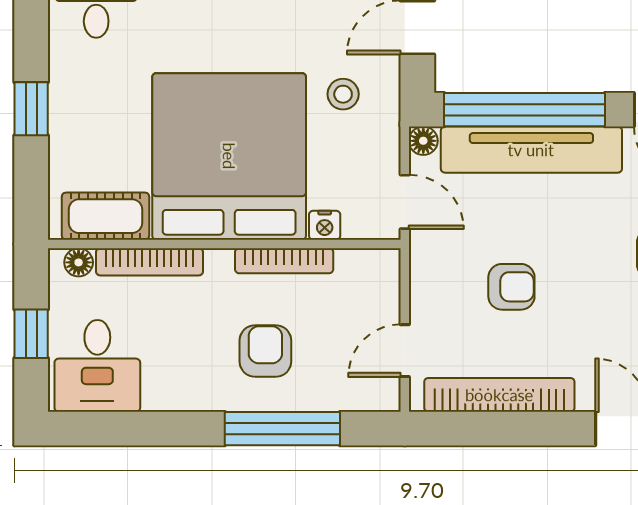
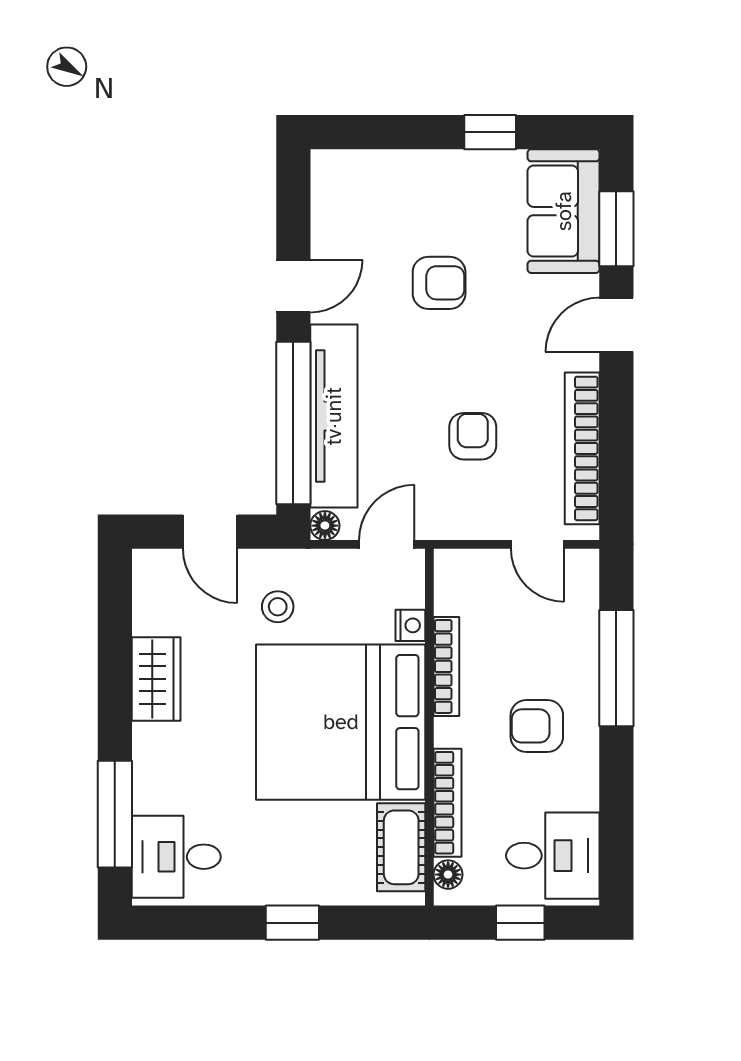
armchair: (265, 351) -> (537, 726), moved

